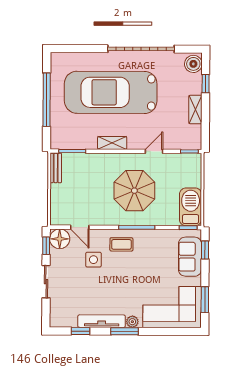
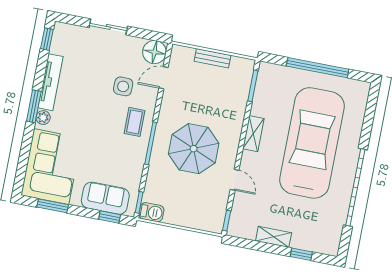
boiler: (193, 64) -> (327, 244), removed
bench: (56, 168) -> (213, 58), moved
barbecue: (191, 207) -> (151, 212), width x0.53, depth x0.65
window: (46, 246) -> (150, 35), removed
window: (81, 331) -> (47, 39), moved

